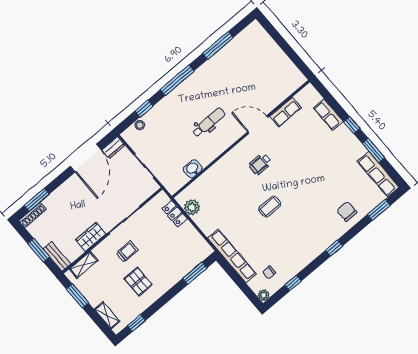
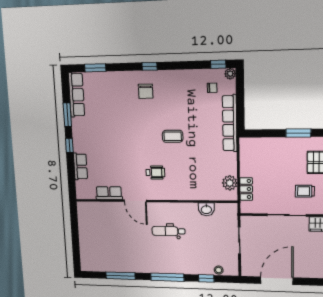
dresser: (113, 148) -> (251, 271), removed
chair: (347, 211) -> (146, 91), moved
window: (195, 273) -> (298, 133), moved
window: (293, 283) -> (218, 64), moved

